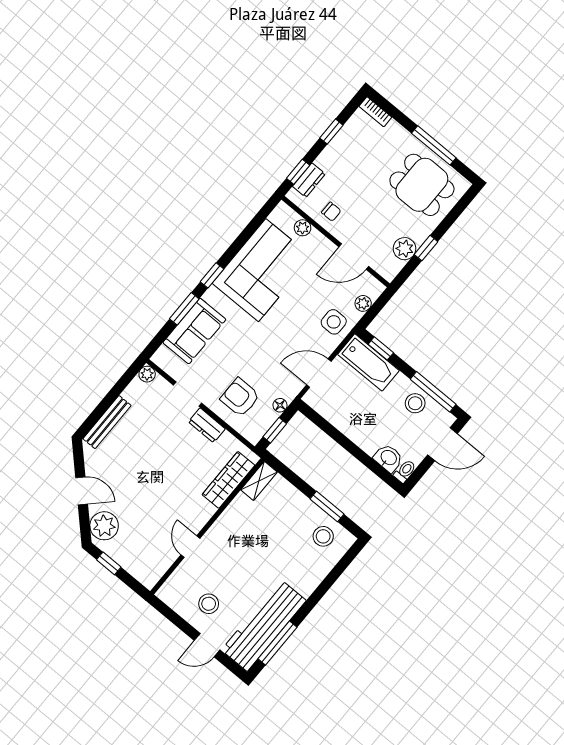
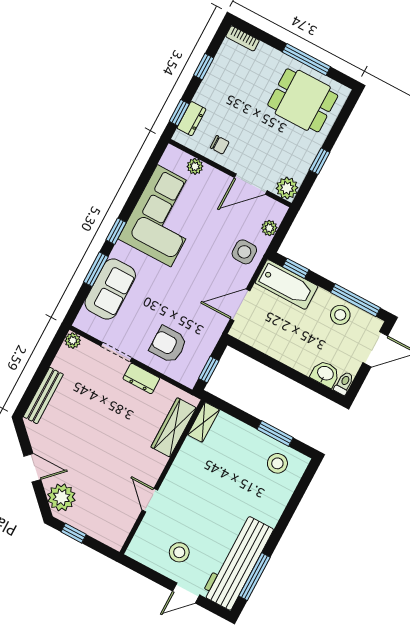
plant: (405, 249) -> (287, 188), moved
floor lamp: (280, 405) -> (209, 344), removed

